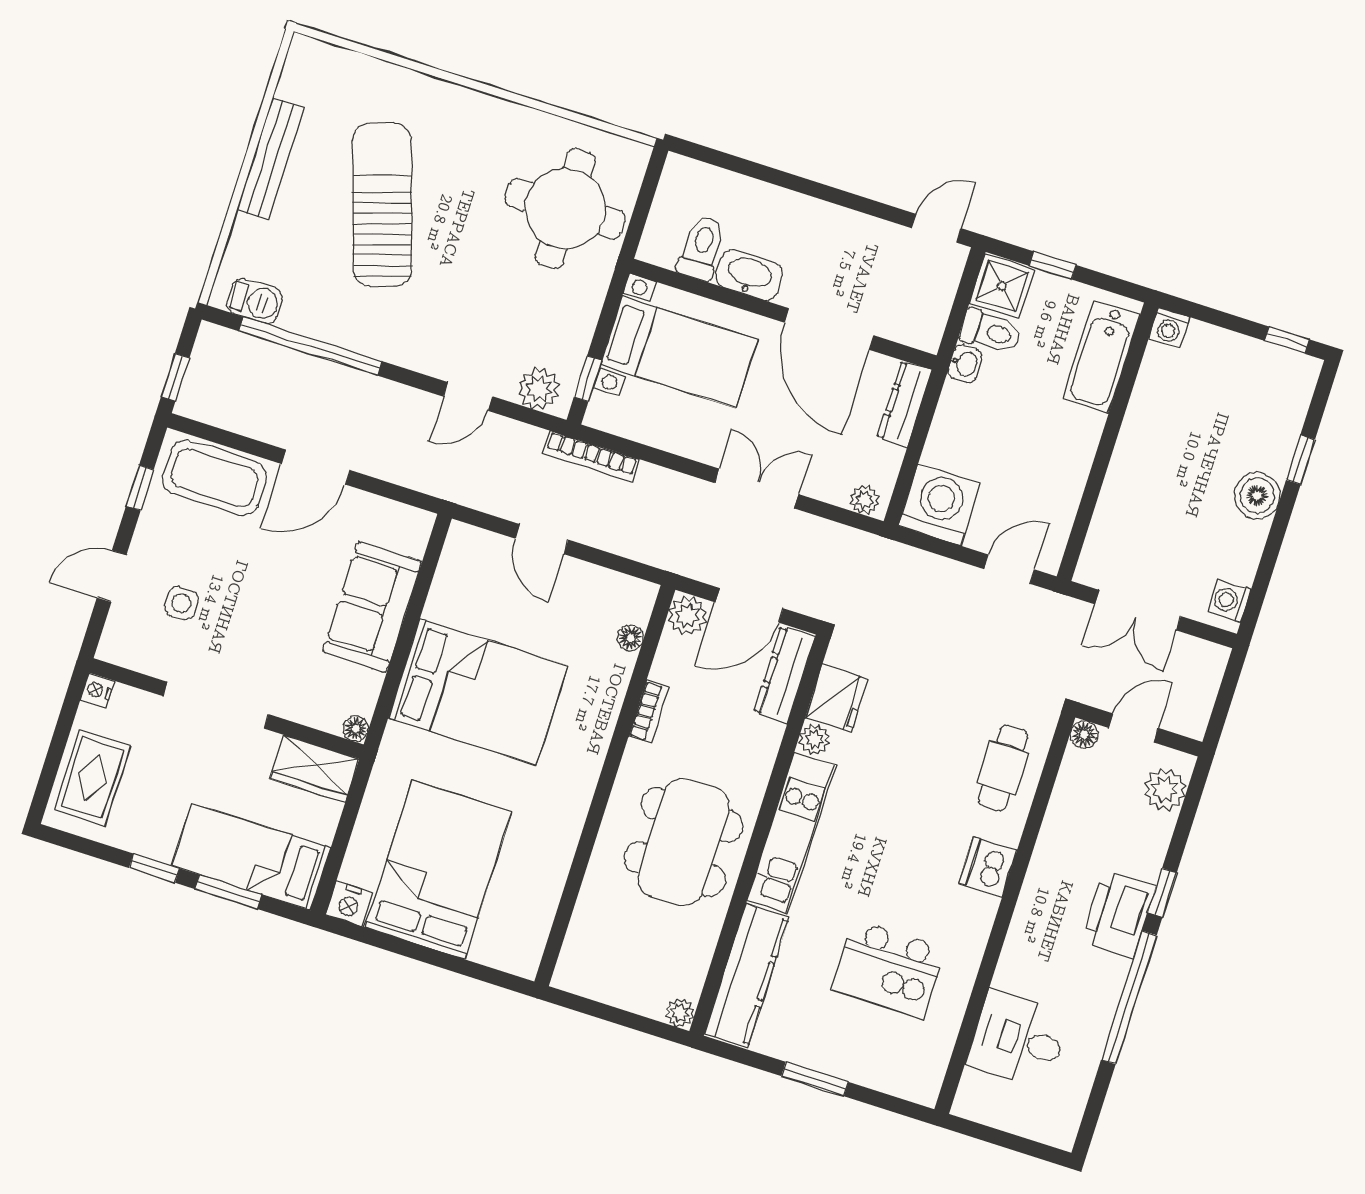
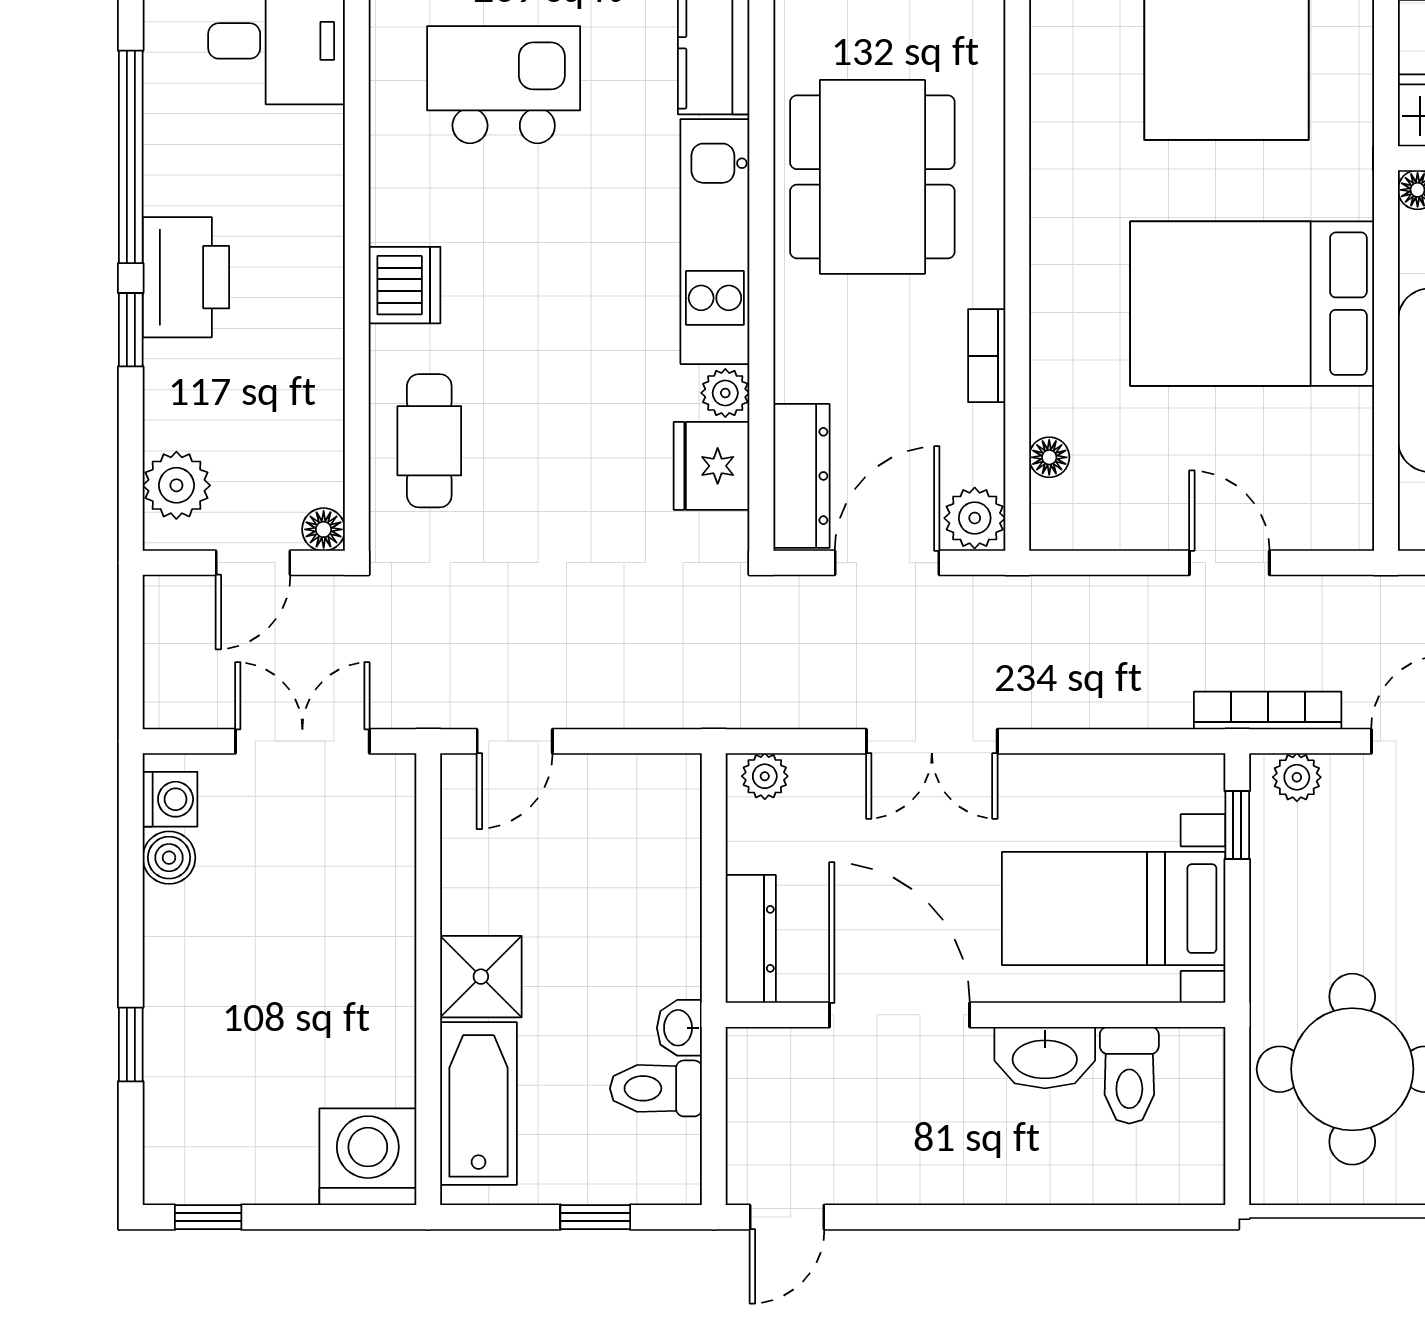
shower: (1002, 286) -> (481, 977), moved
washing machine: (1169, 328) -> (368, 1157), width x1.89, depth x1.89
plant: (539, 389) -> (1297, 777), width x0.73, depth x0.73
bookcase: (591, 456) -> (1268, 710), moved
boiler: (1257, 496) -> (169, 858), moved, width x0.73, depth x0.73
washing machine: (939, 505) -> (650, 805), removed

